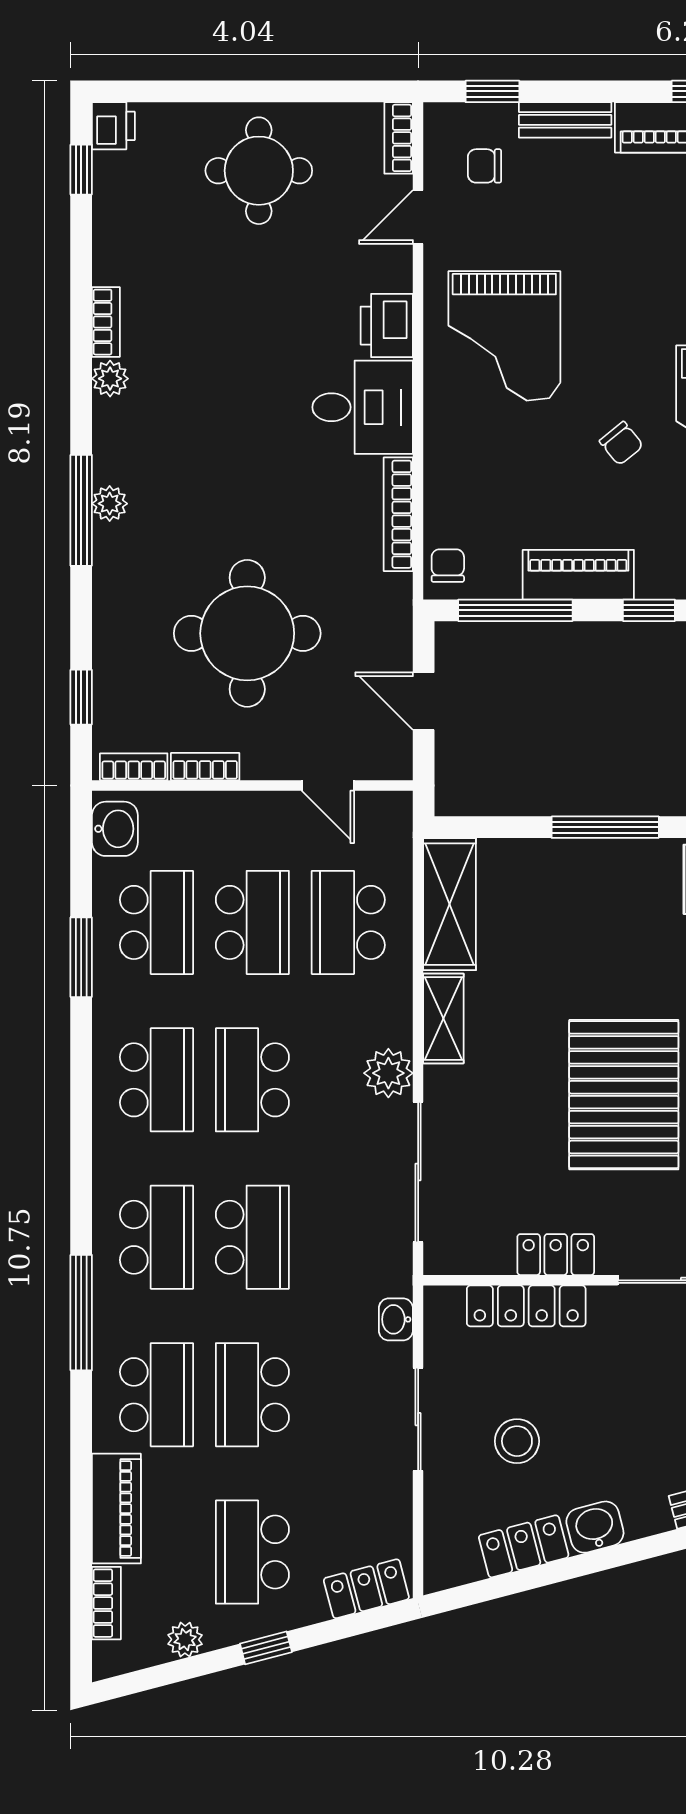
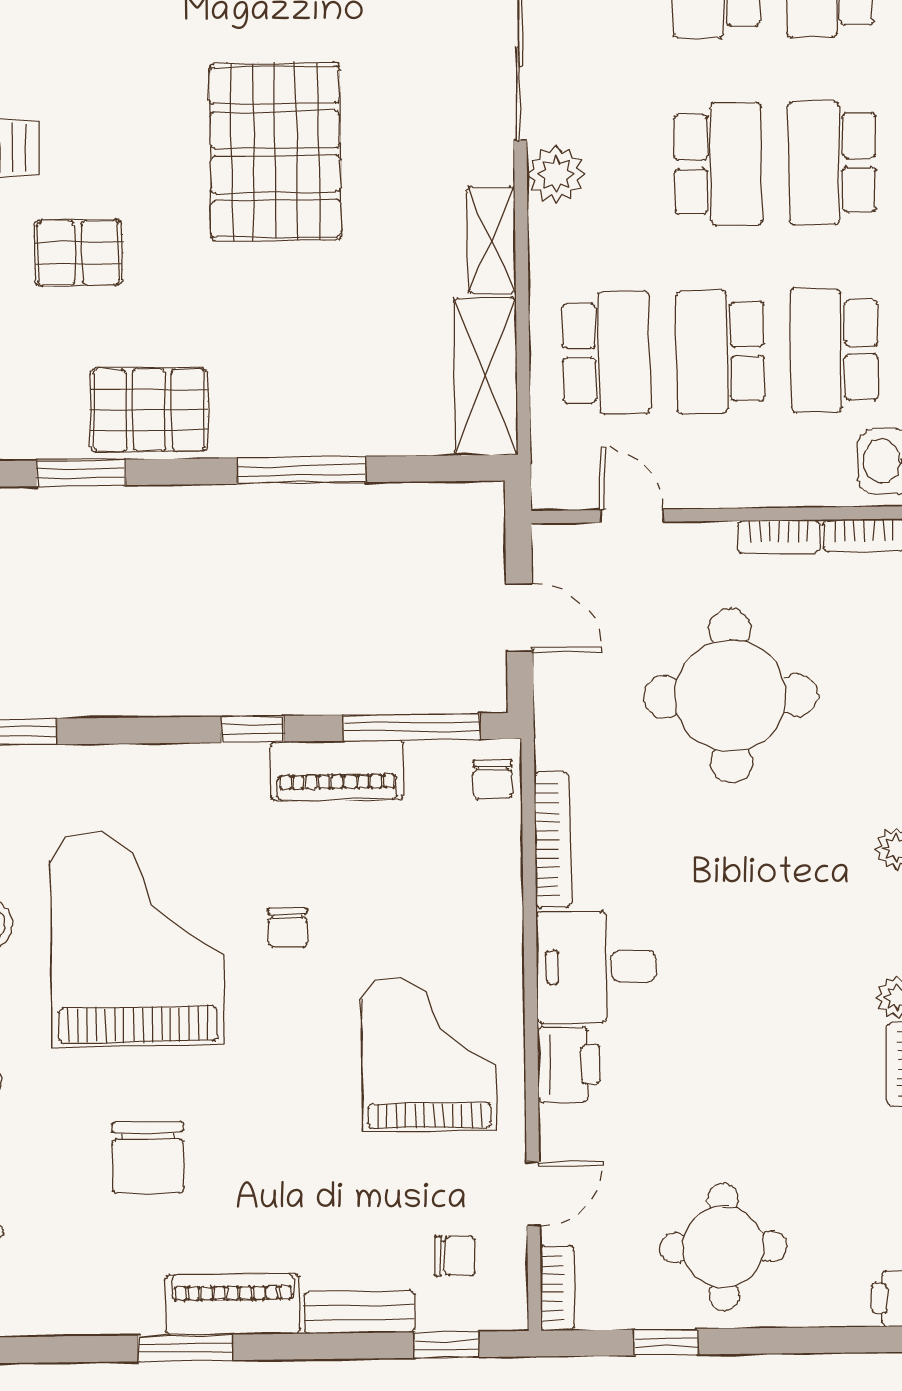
window: (308, 91) -> (666, 1342), added
chair: (621, 443) -> (288, 928), turned -141

